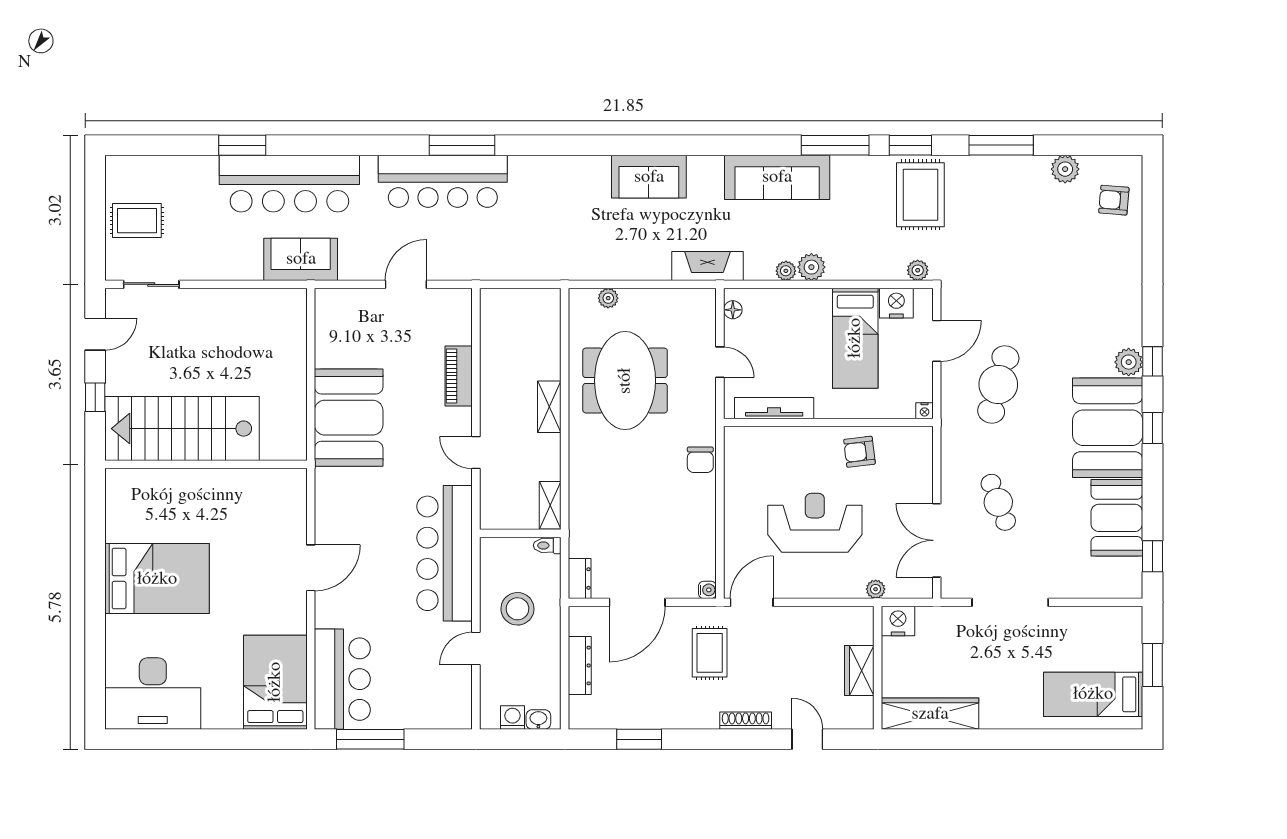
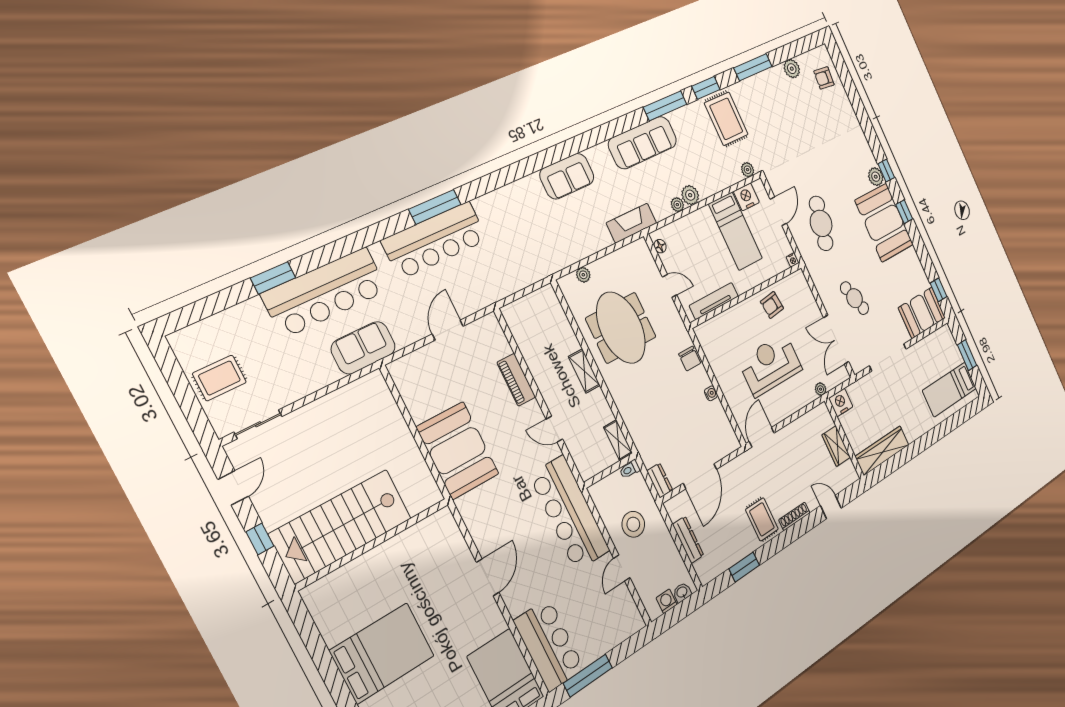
booth: (1117, 518) -> (922, 313), moved, turned 90
water cooler: (707, 590) -> (711, 393), moved
rug: (710, 653) -> (762, 519), moved

